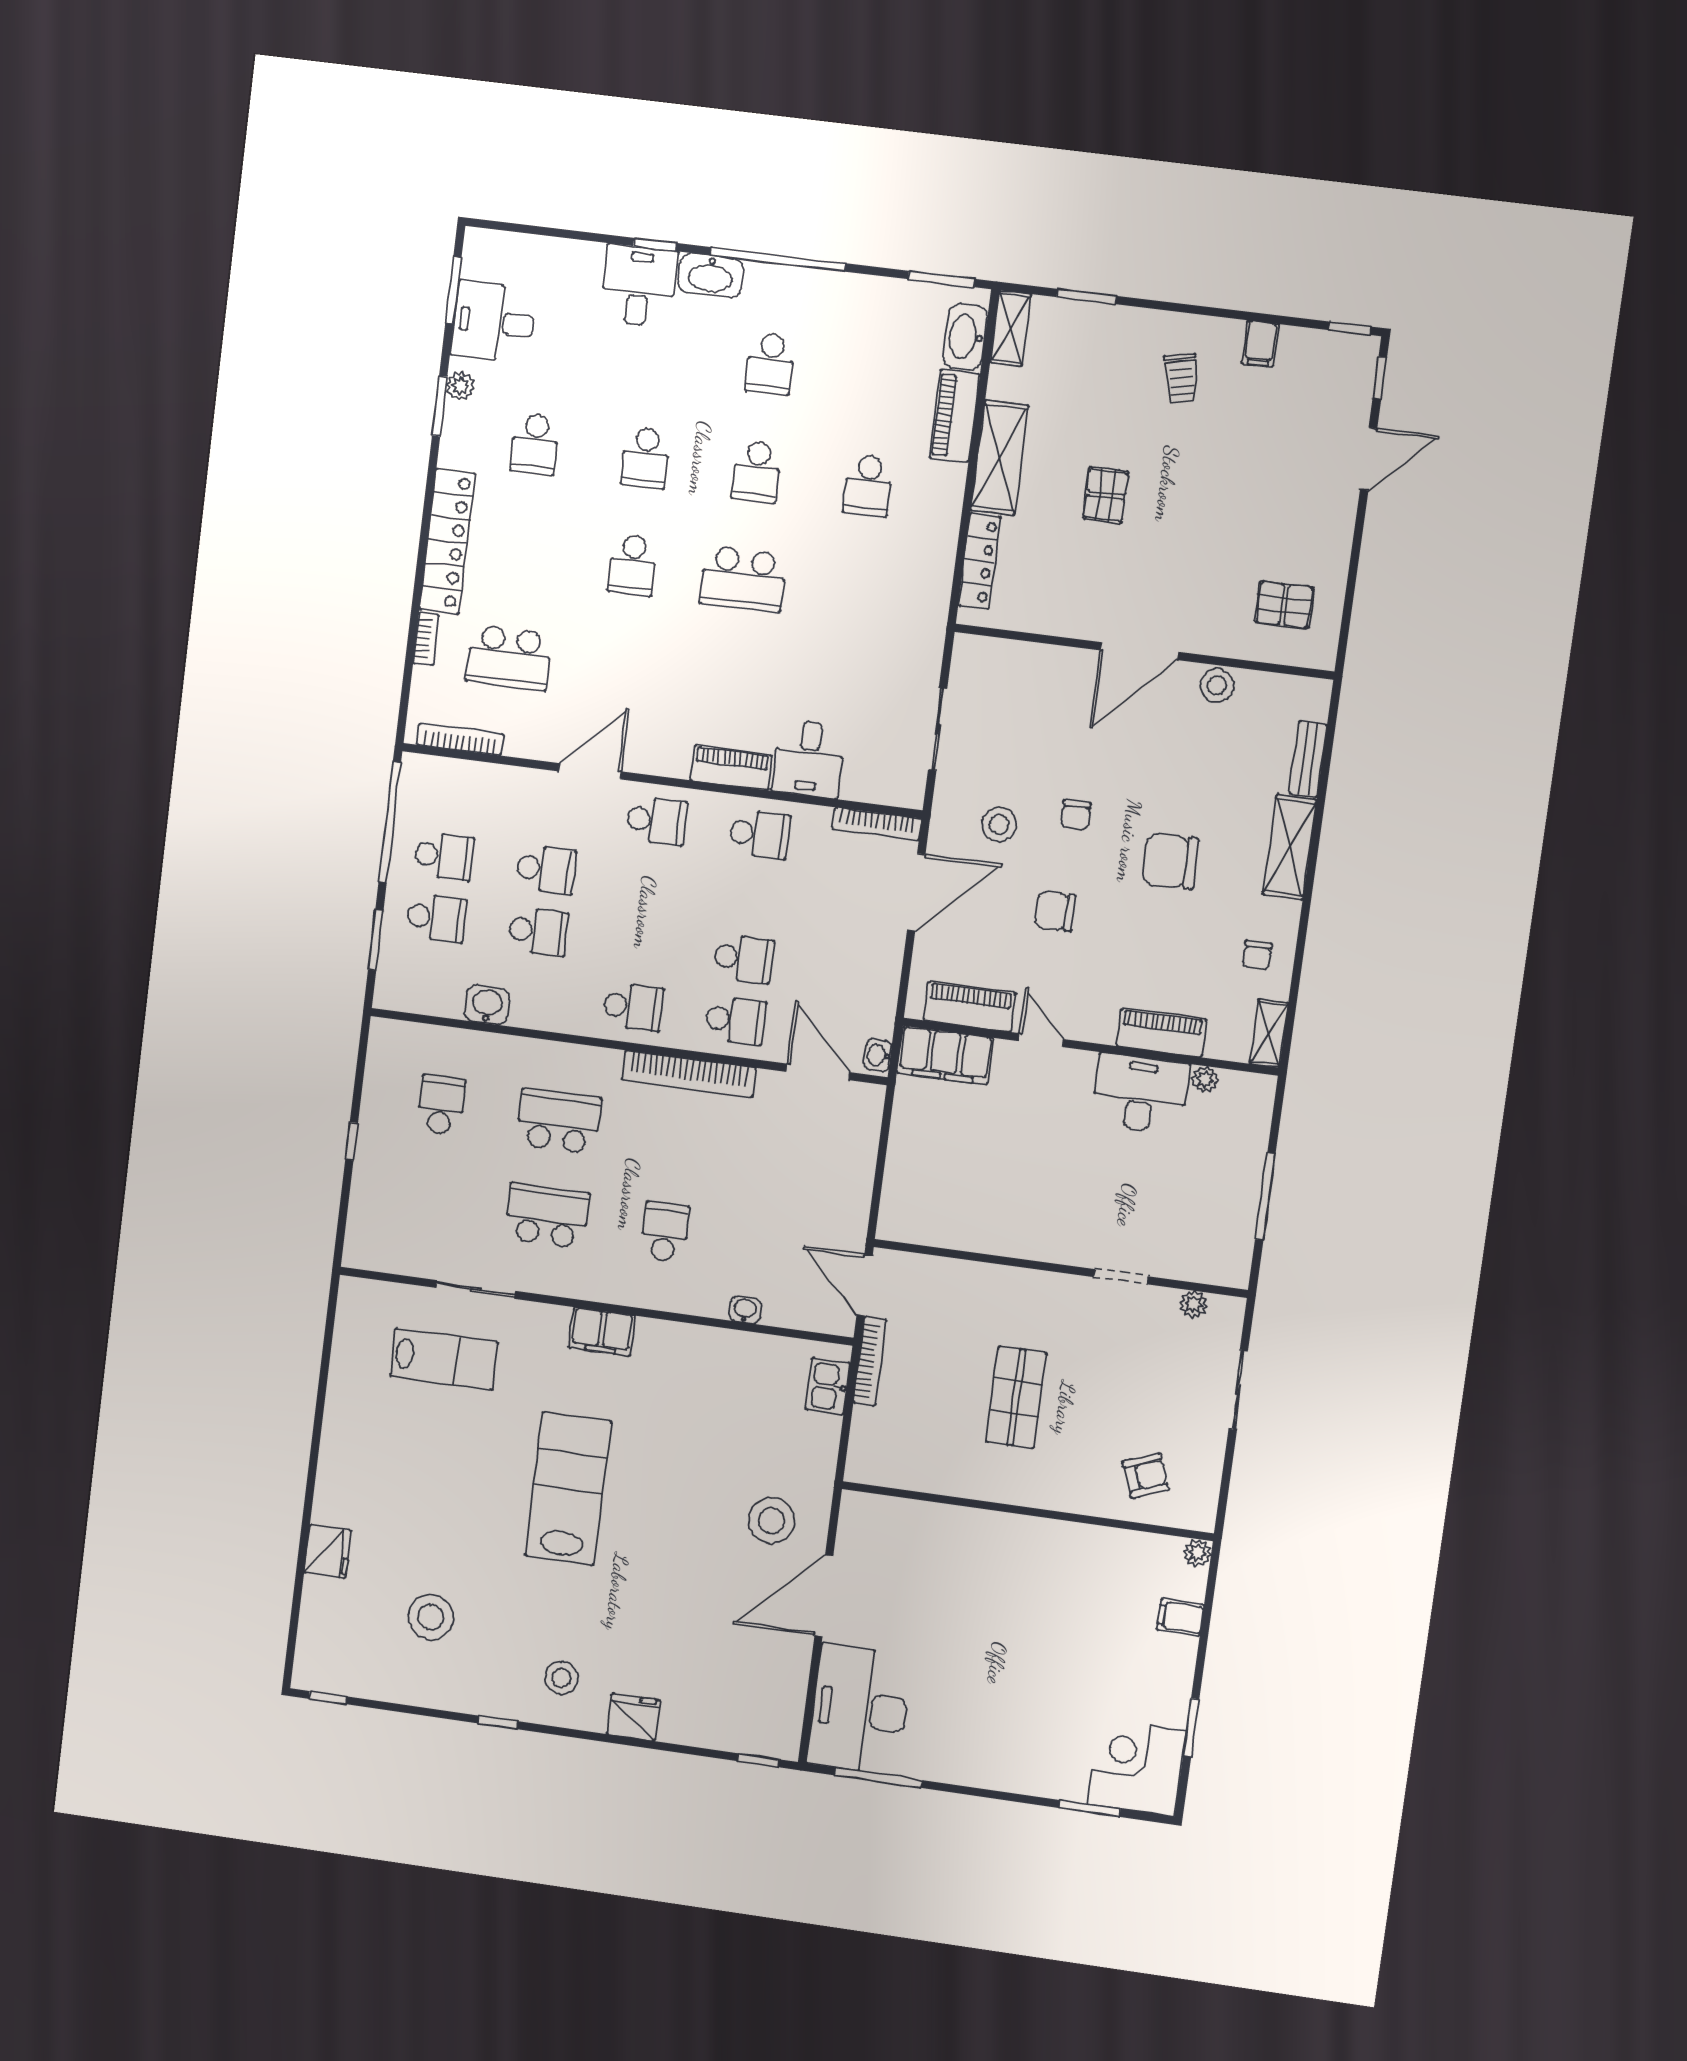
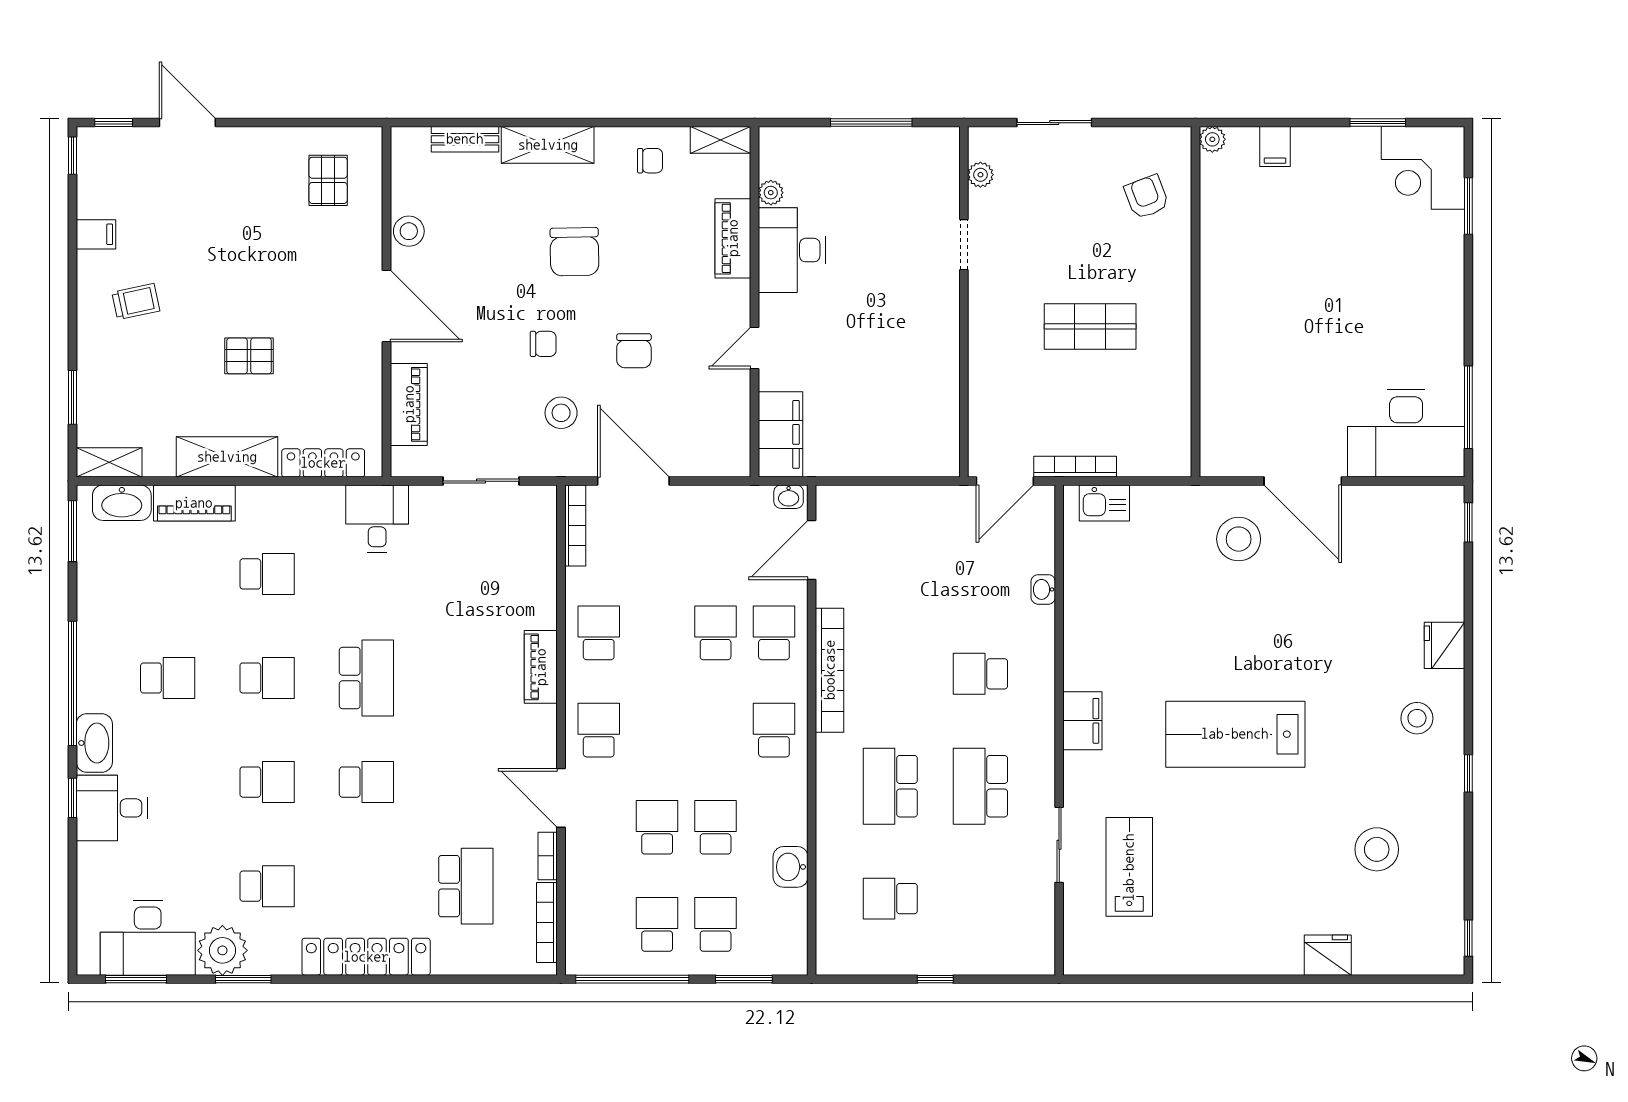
desk: (494, 322) -> (148, 938), width x1.37
plant: (460, 386) -> (222, 950), width x1.87, depth x1.87
bookcase: (426, 639) -> (548, 856), moved, turned -90
desk: (808, 759) -> (377, 519), moved, turned -90
piano: (970, 1007) -> (409, 404), moved, turned 180

